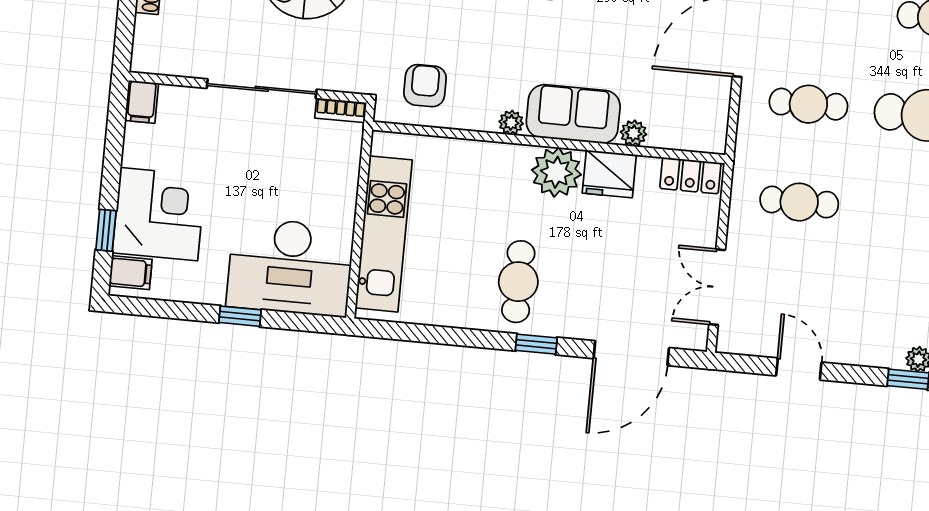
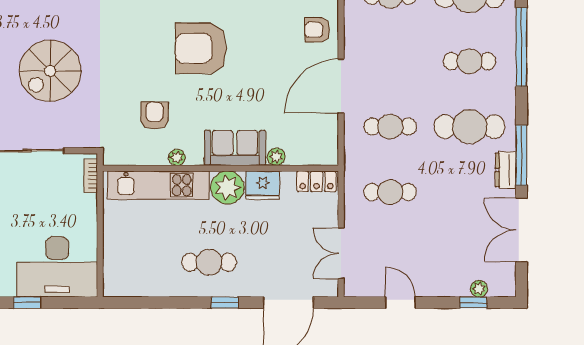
armchair: (425, 86) -> (155, 116), moved
bookcase: (341, 110) -> (91, 176), moved, turned 90
plant: (511, 123) -> (177, 157), moved
kitchen unit: (384, 234) -> (158, 185), moved, turned 90
cafe table: (518, 282) -> (209, 262), turned 90

